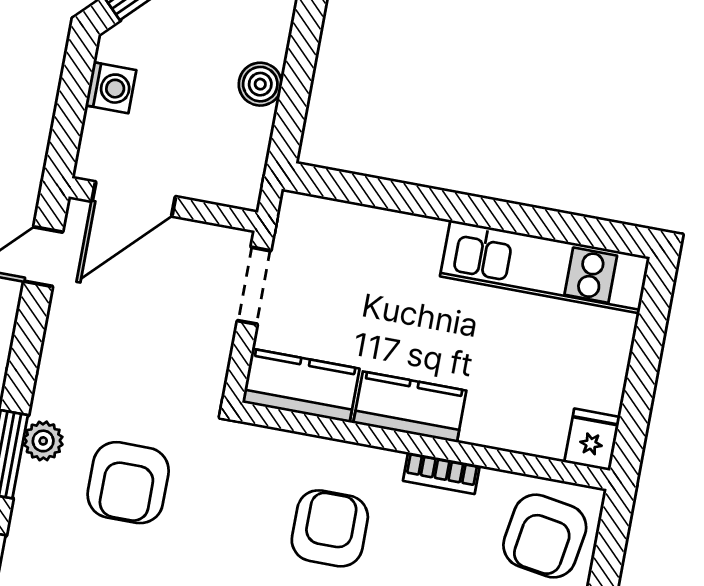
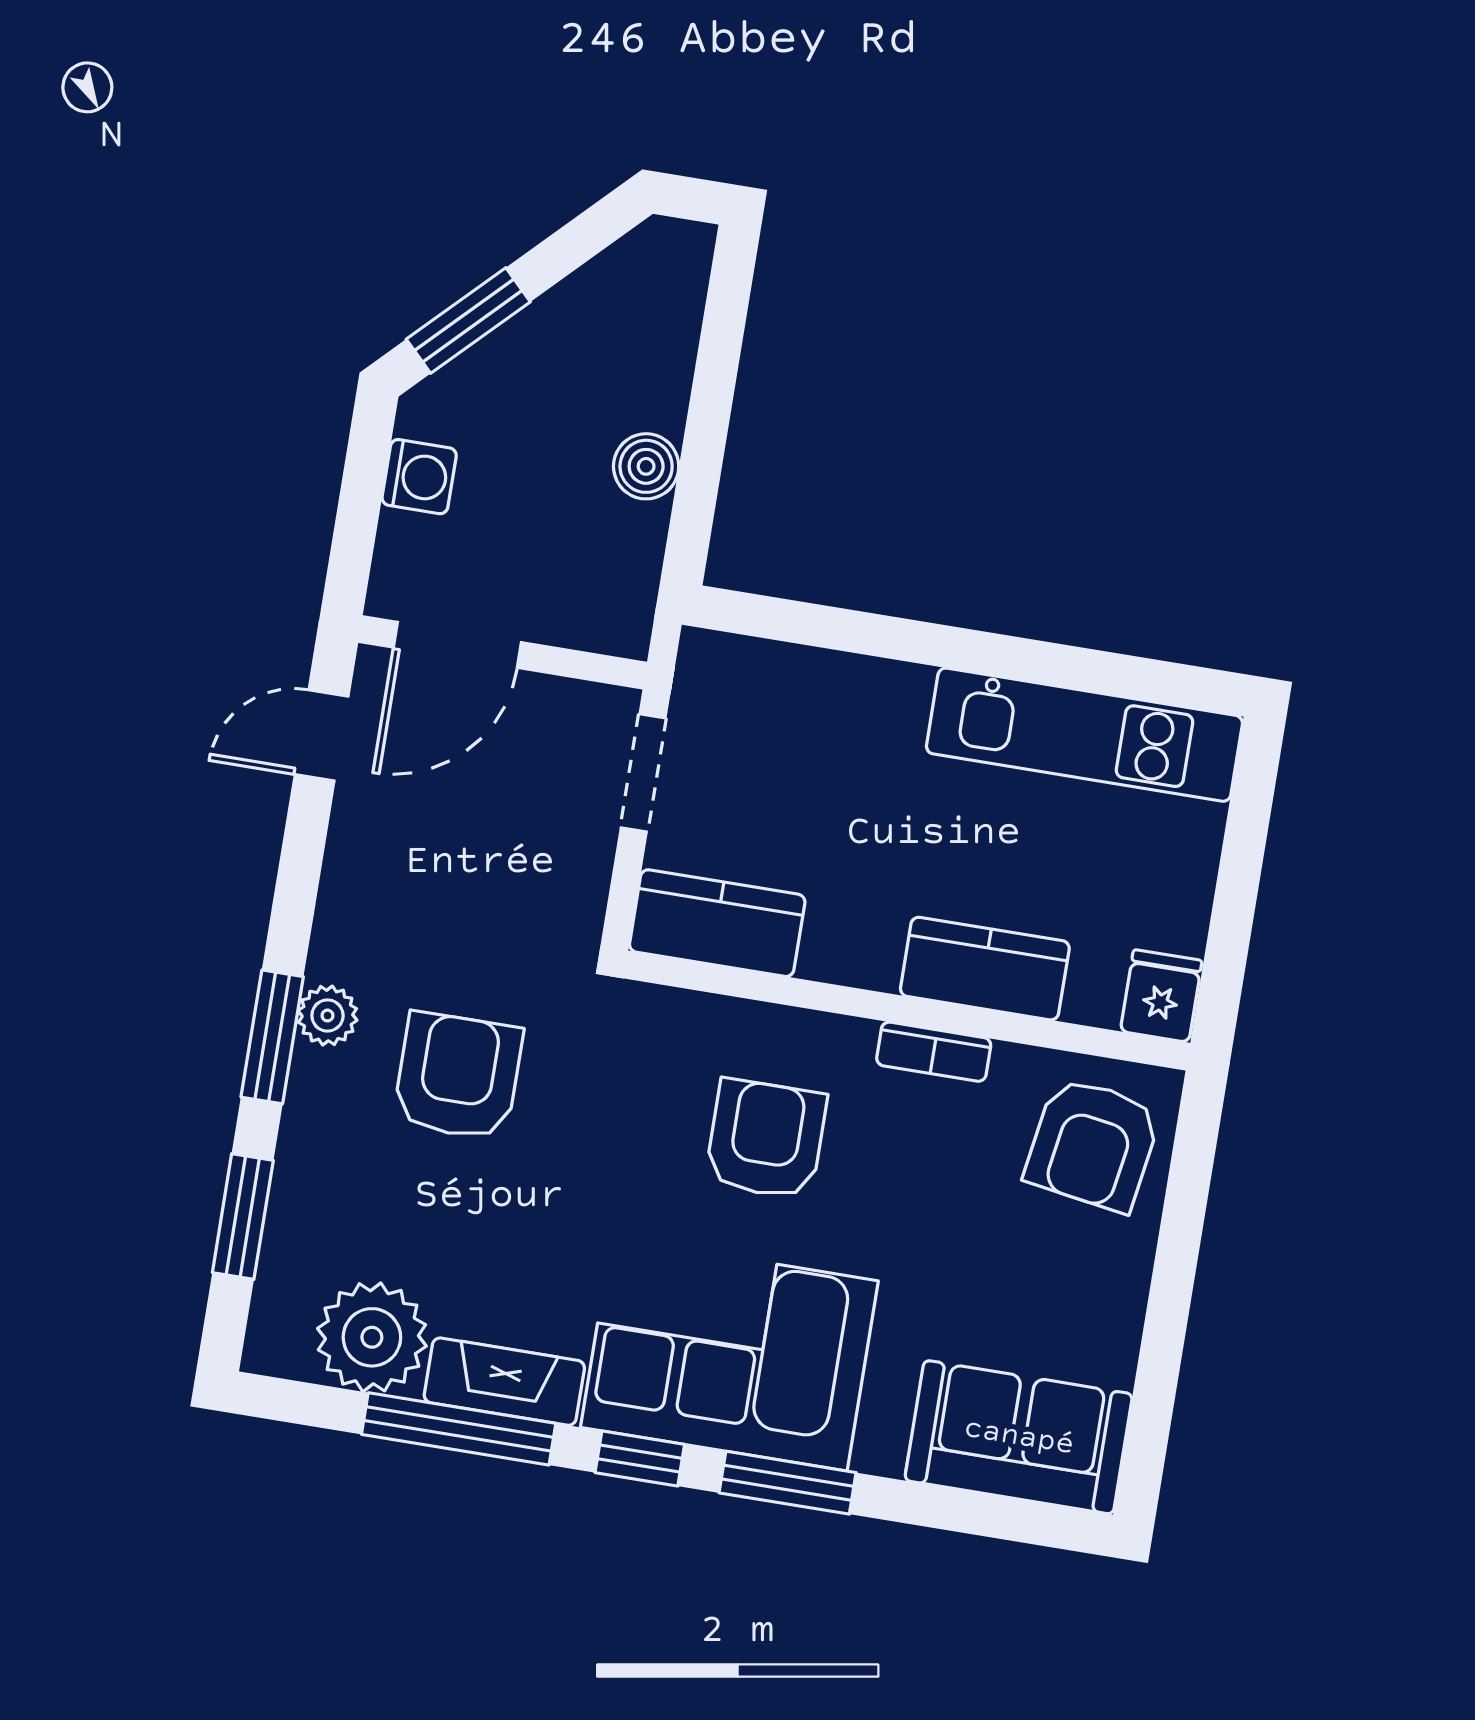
kitchen counter: (410, 407) -> (985, 969), moved
armchair: (128, 483) -> (458, 1076), turned 180

